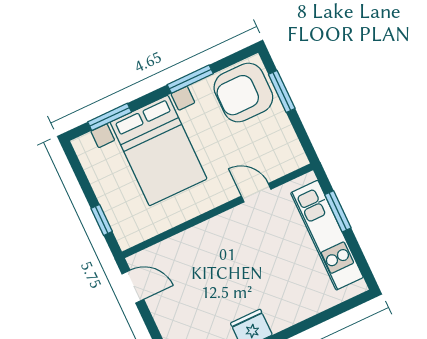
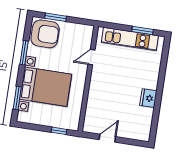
armchair: (243, 93) -> (45, 34), turned -90
window: (338, 211) -> (142, 30), moved
door: (133, 287) -> (107, 138), moved

